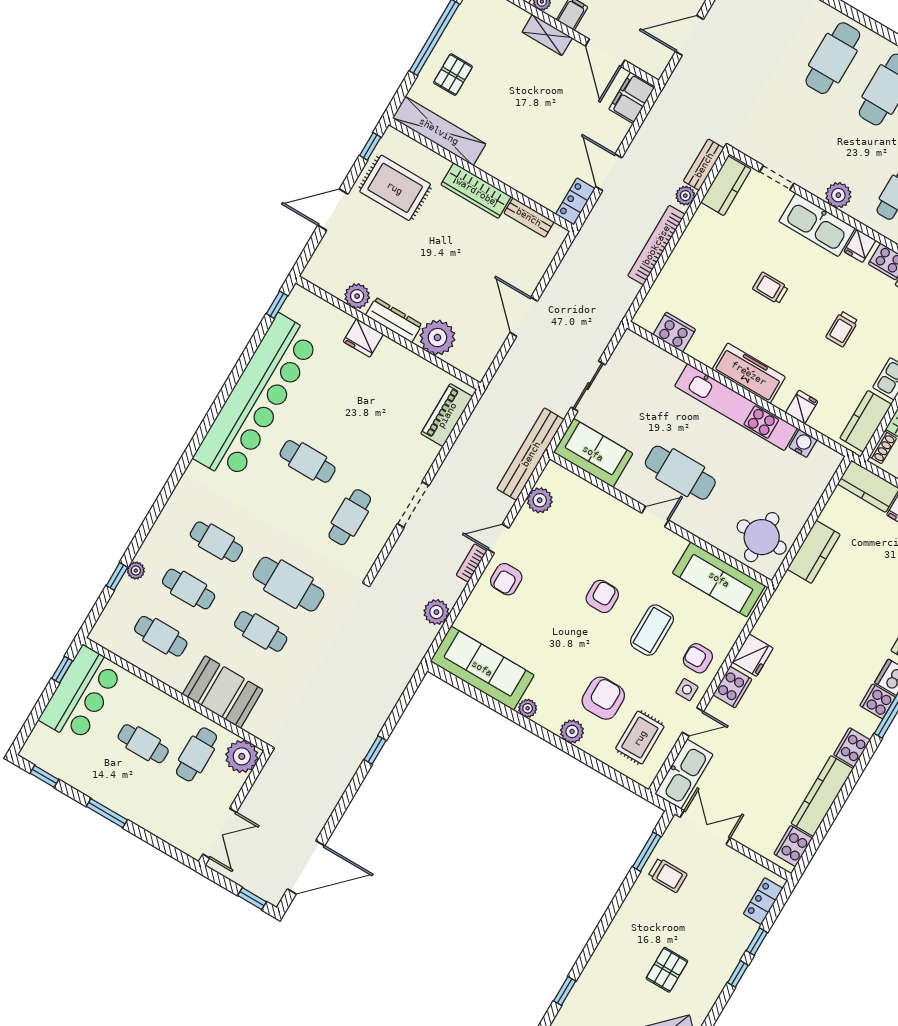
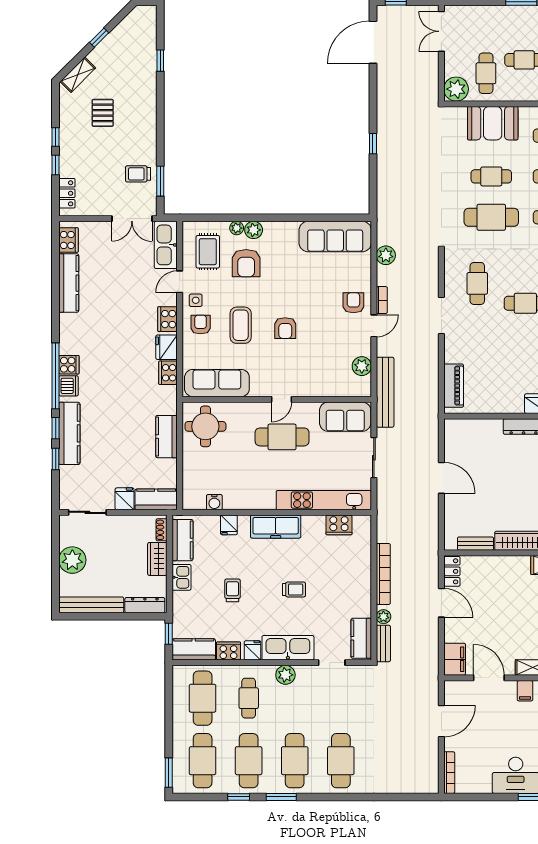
plant: (437, 338) -> (489, 432), removed
kitchen unit: (736, 407) -> (324, 500), moved
armchair: (698, 658) -> (201, 325), turned -90
plant: (528, 708) -> (237, 228), moved
cooker: (852, 747) -> (168, 373), moved, turned 180

